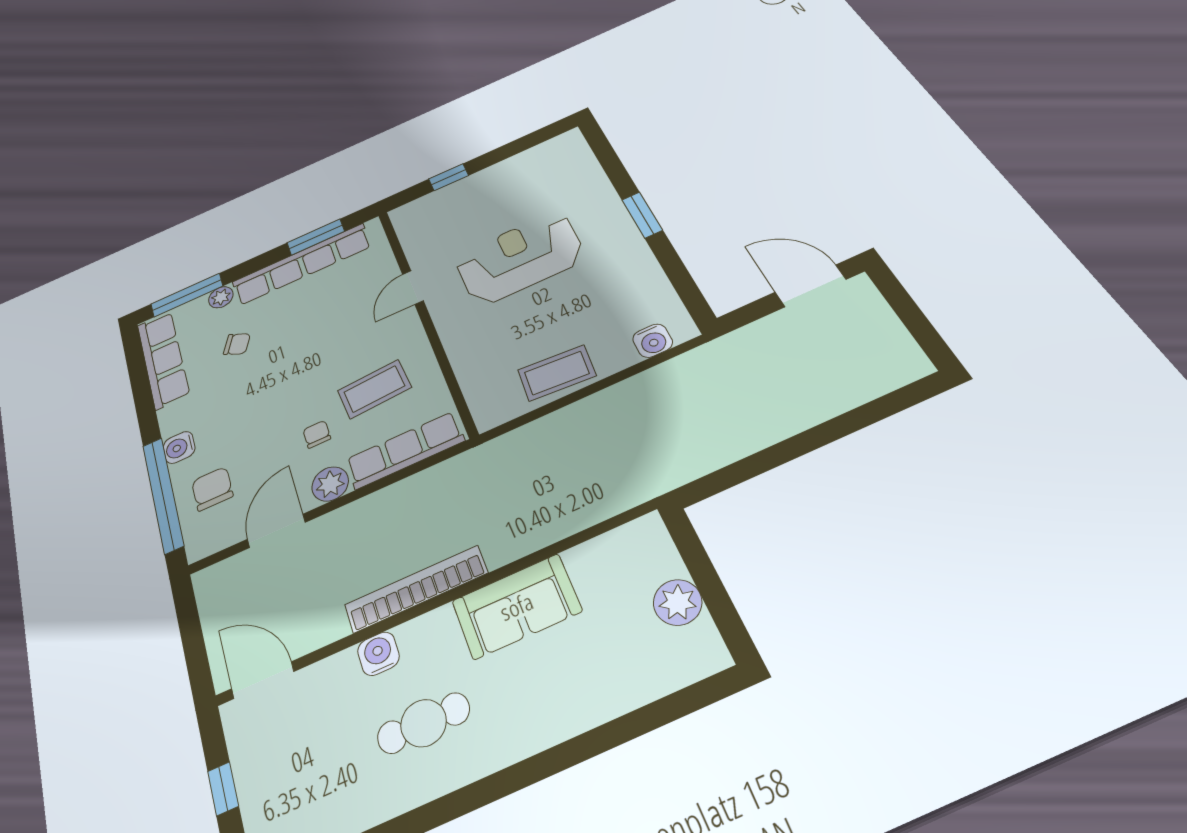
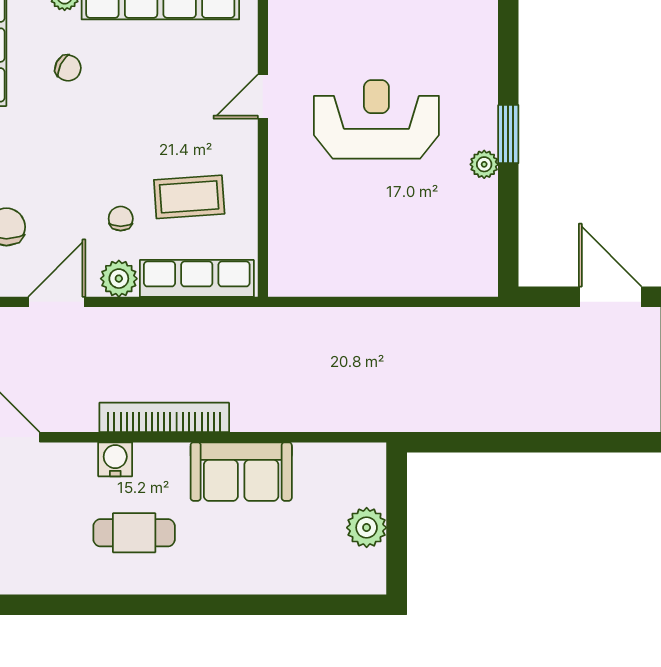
plant: (632, 245) -> (484, 164), added
water cooler: (653, 341) -> (455, 280), removed
coffee table: (557, 373) -> (359, 269), removed

